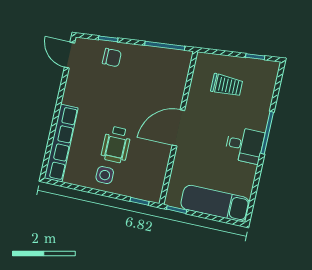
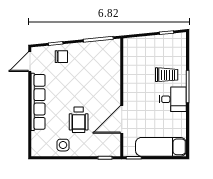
door: (69, 55) -> (30, 62), hinge flipped
trolley: (227, 85) -> (167, 75), moved
door: (178, 128) -> (122, 119), moved
row of seats: (61, 143) -> (38, 102), moved
side table: (105, 175) -> (63, 145), moved

